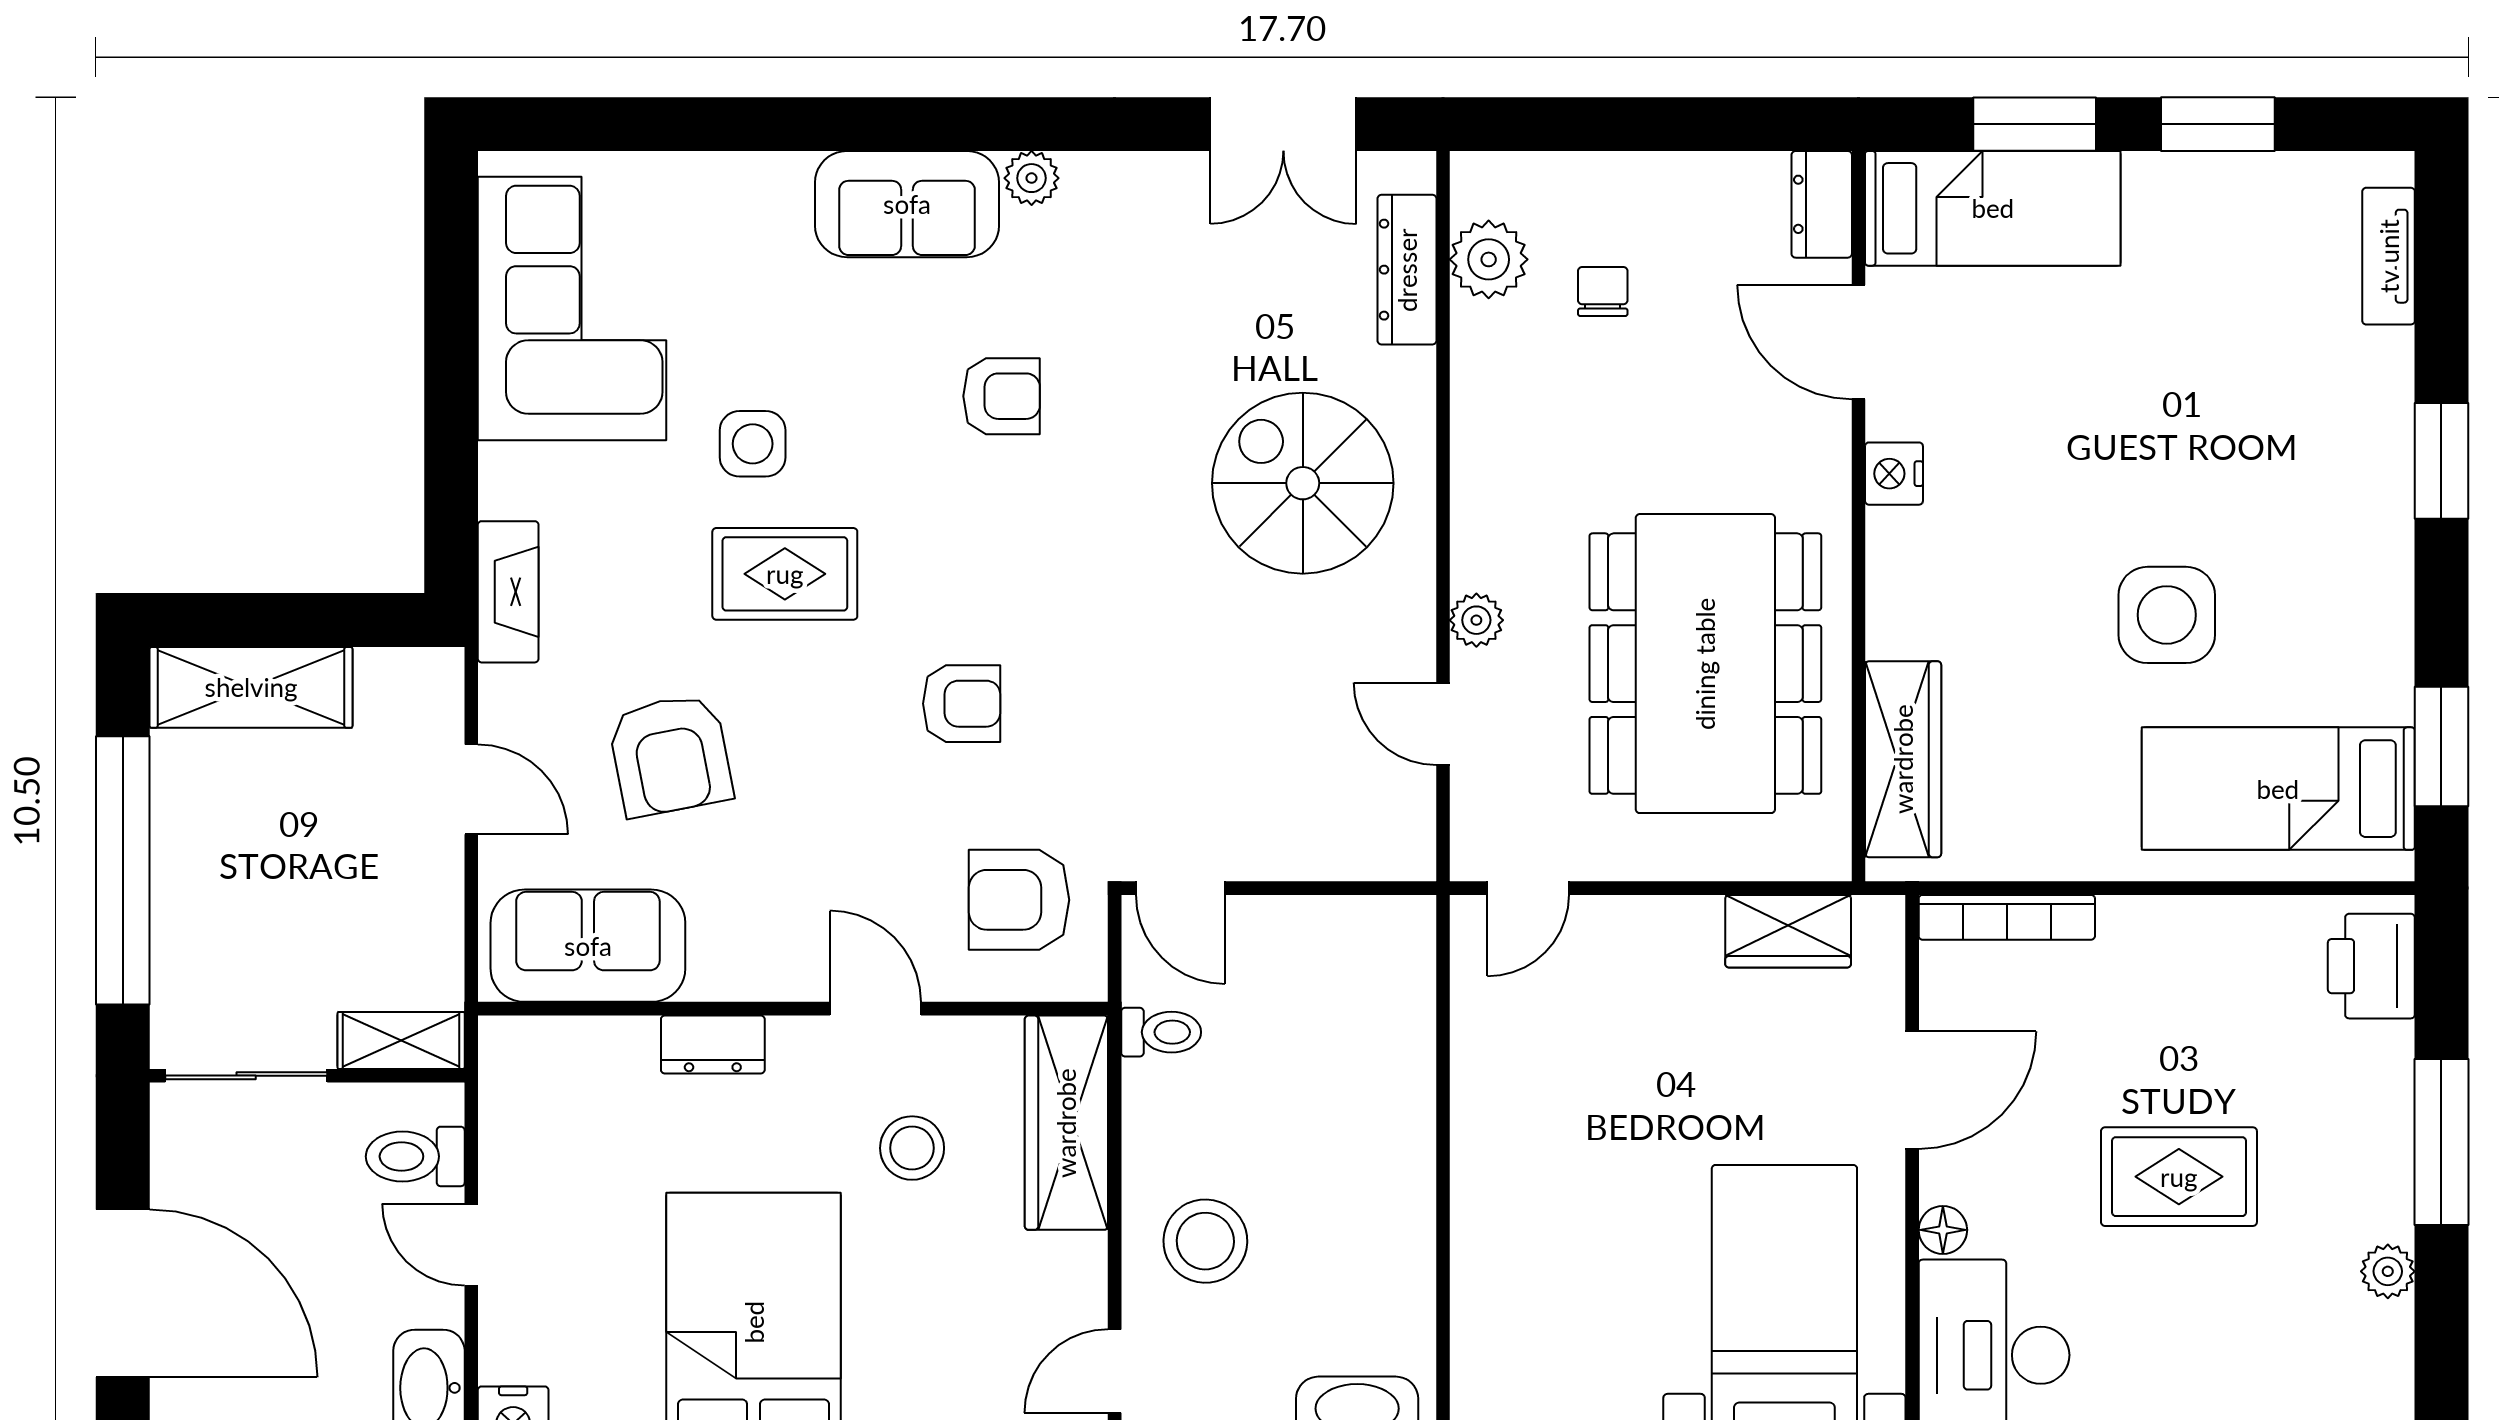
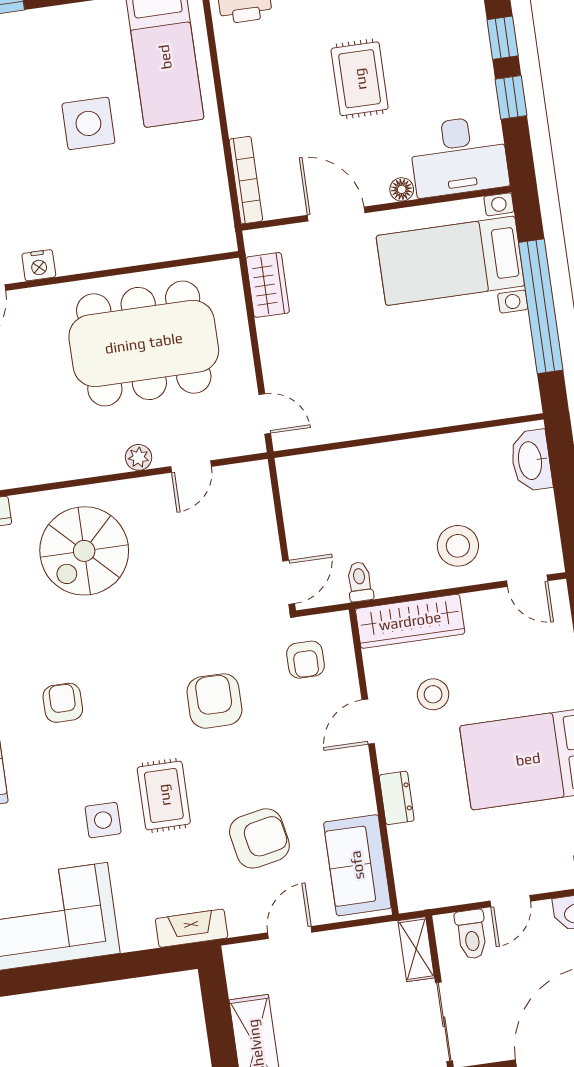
armchair: (962, 704) -> (214, 701), width x1.38, depth x1.38
wardrobe: (1903, 759) -> (176, 241), removed
armchair: (1019, 900) -> (305, 660), width x0.72, depth x0.72

